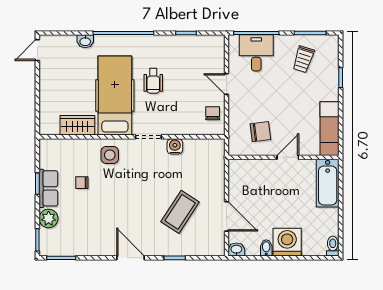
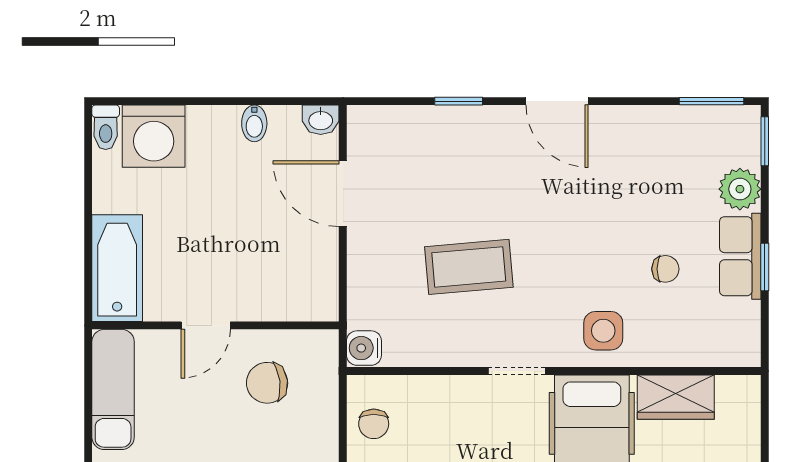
water cooler: (175, 146) -> (364, 348), moved, turned 90
coffee table: (180, 212) -> (469, 267), moved, turned 52
washing machine: (287, 242) -> (154, 136), moved

